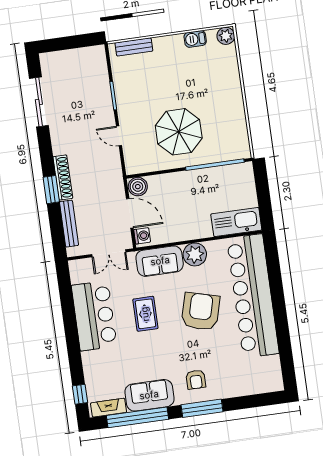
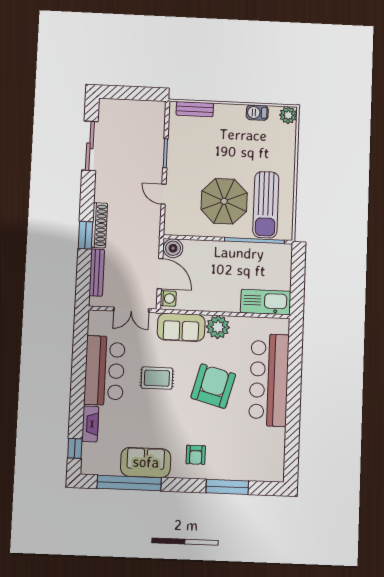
sun lounger: (220, 128) -> (266, 205), added
bar counter: (253, 296) -> (269, 380), width x0.73
rug: (145, 314) -> (157, 378), turned 90
fireplace: (109, 408) -> (90, 424), moved, turned 90
window: (202, 408) -> (227, 487), moved

